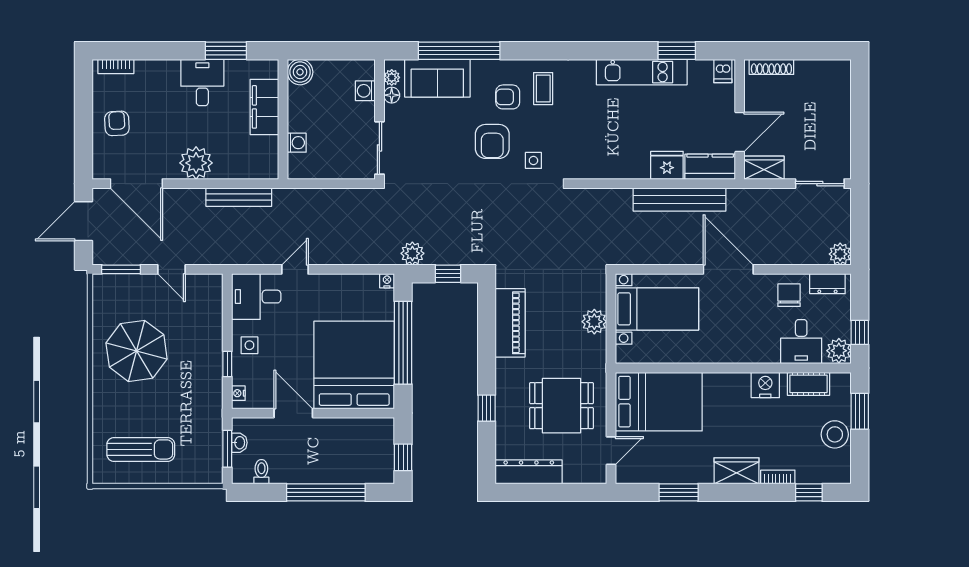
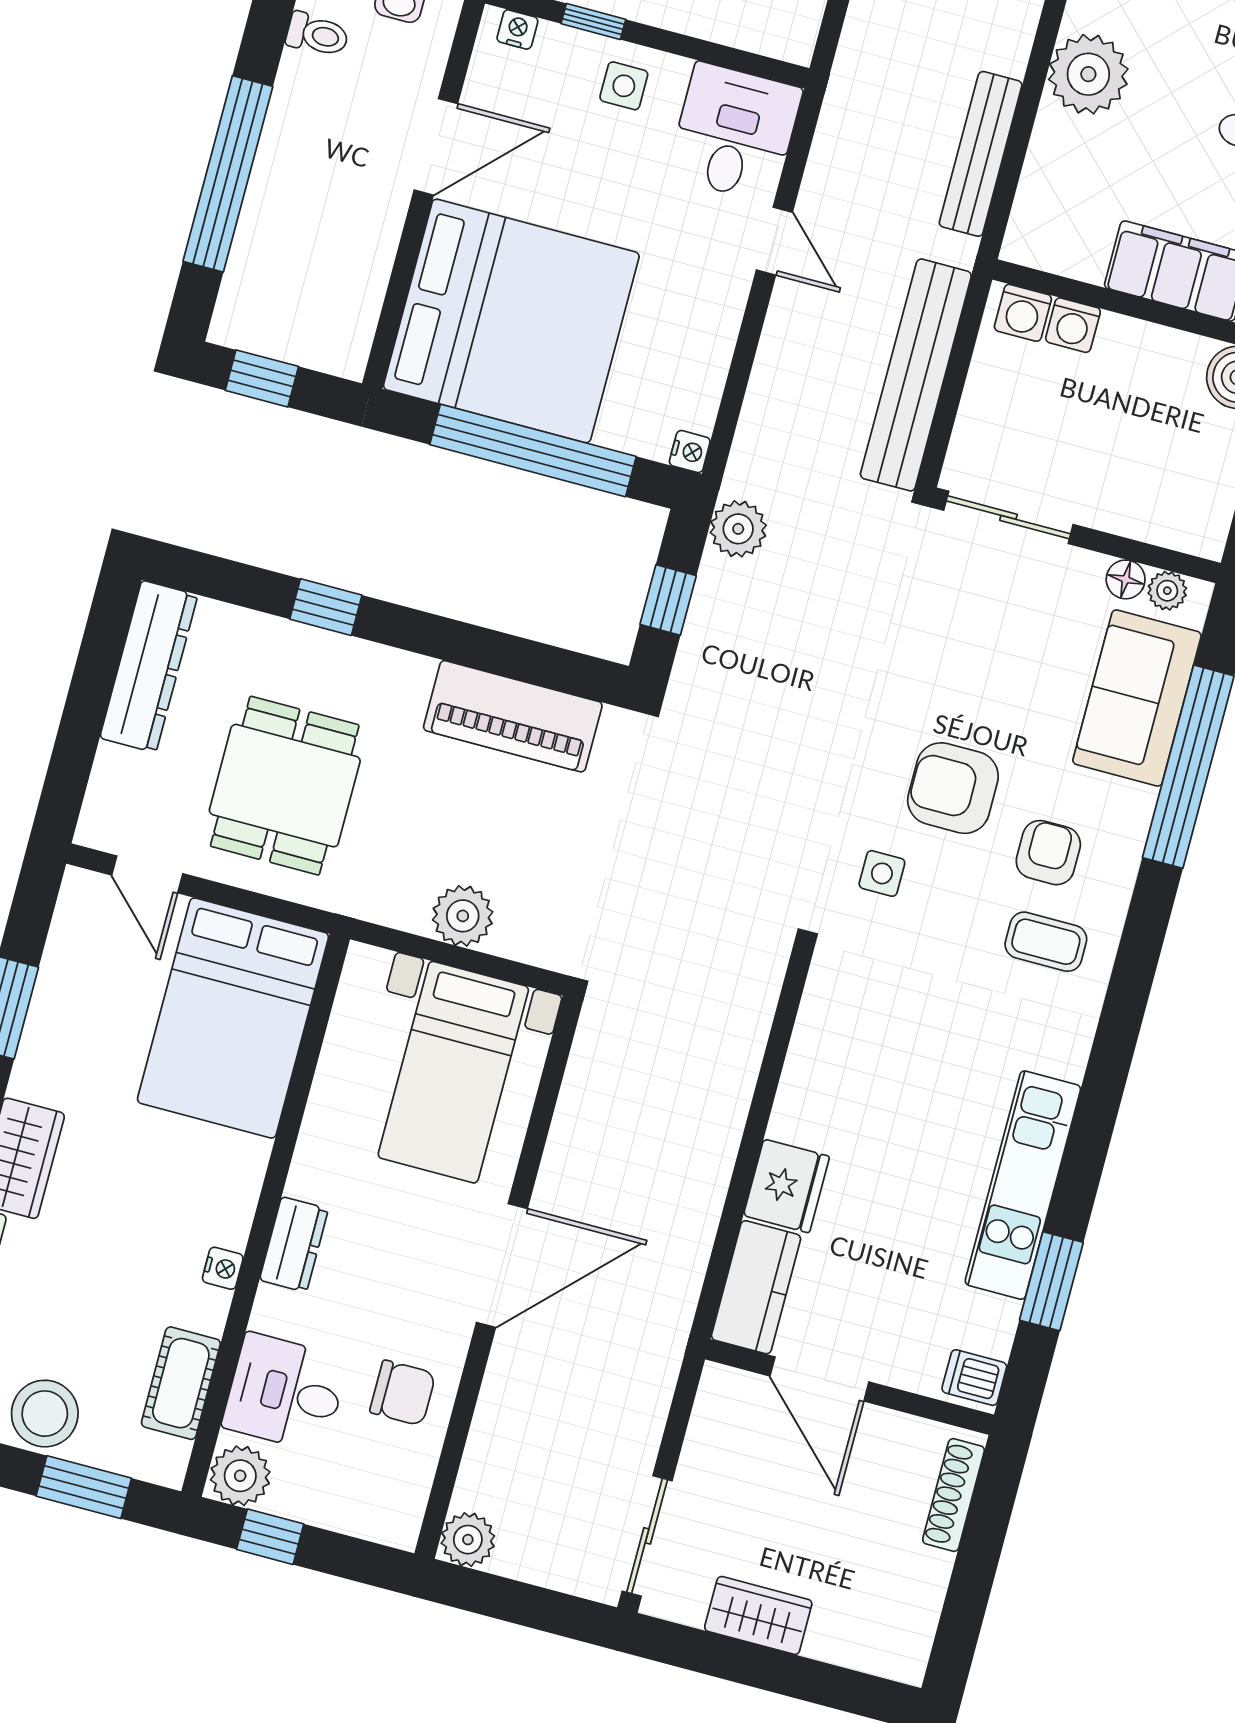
washing machine: (365, 91) -> (1023, 313), moved, turned 180
wardrobe: (764, 168) -> (758, 1615), moved, turned -90
bench: (680, 199) -> (916, 375), moved
dresser: (827, 284) -> (294, 1244), moved, turned 180
nightstand: (765, 385) -> (223, 1268), width x0.53, depth x0.56

